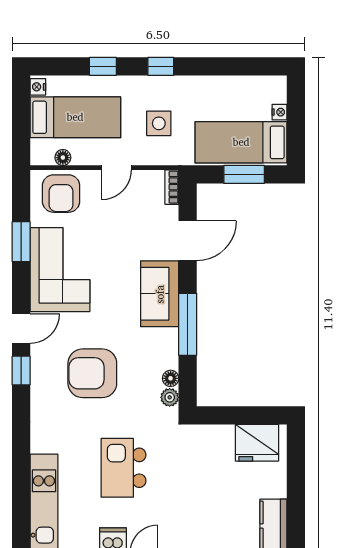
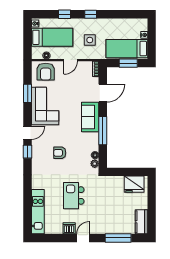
armchair: (92, 373) -> (60, 153), width x0.53, depth x0.53

